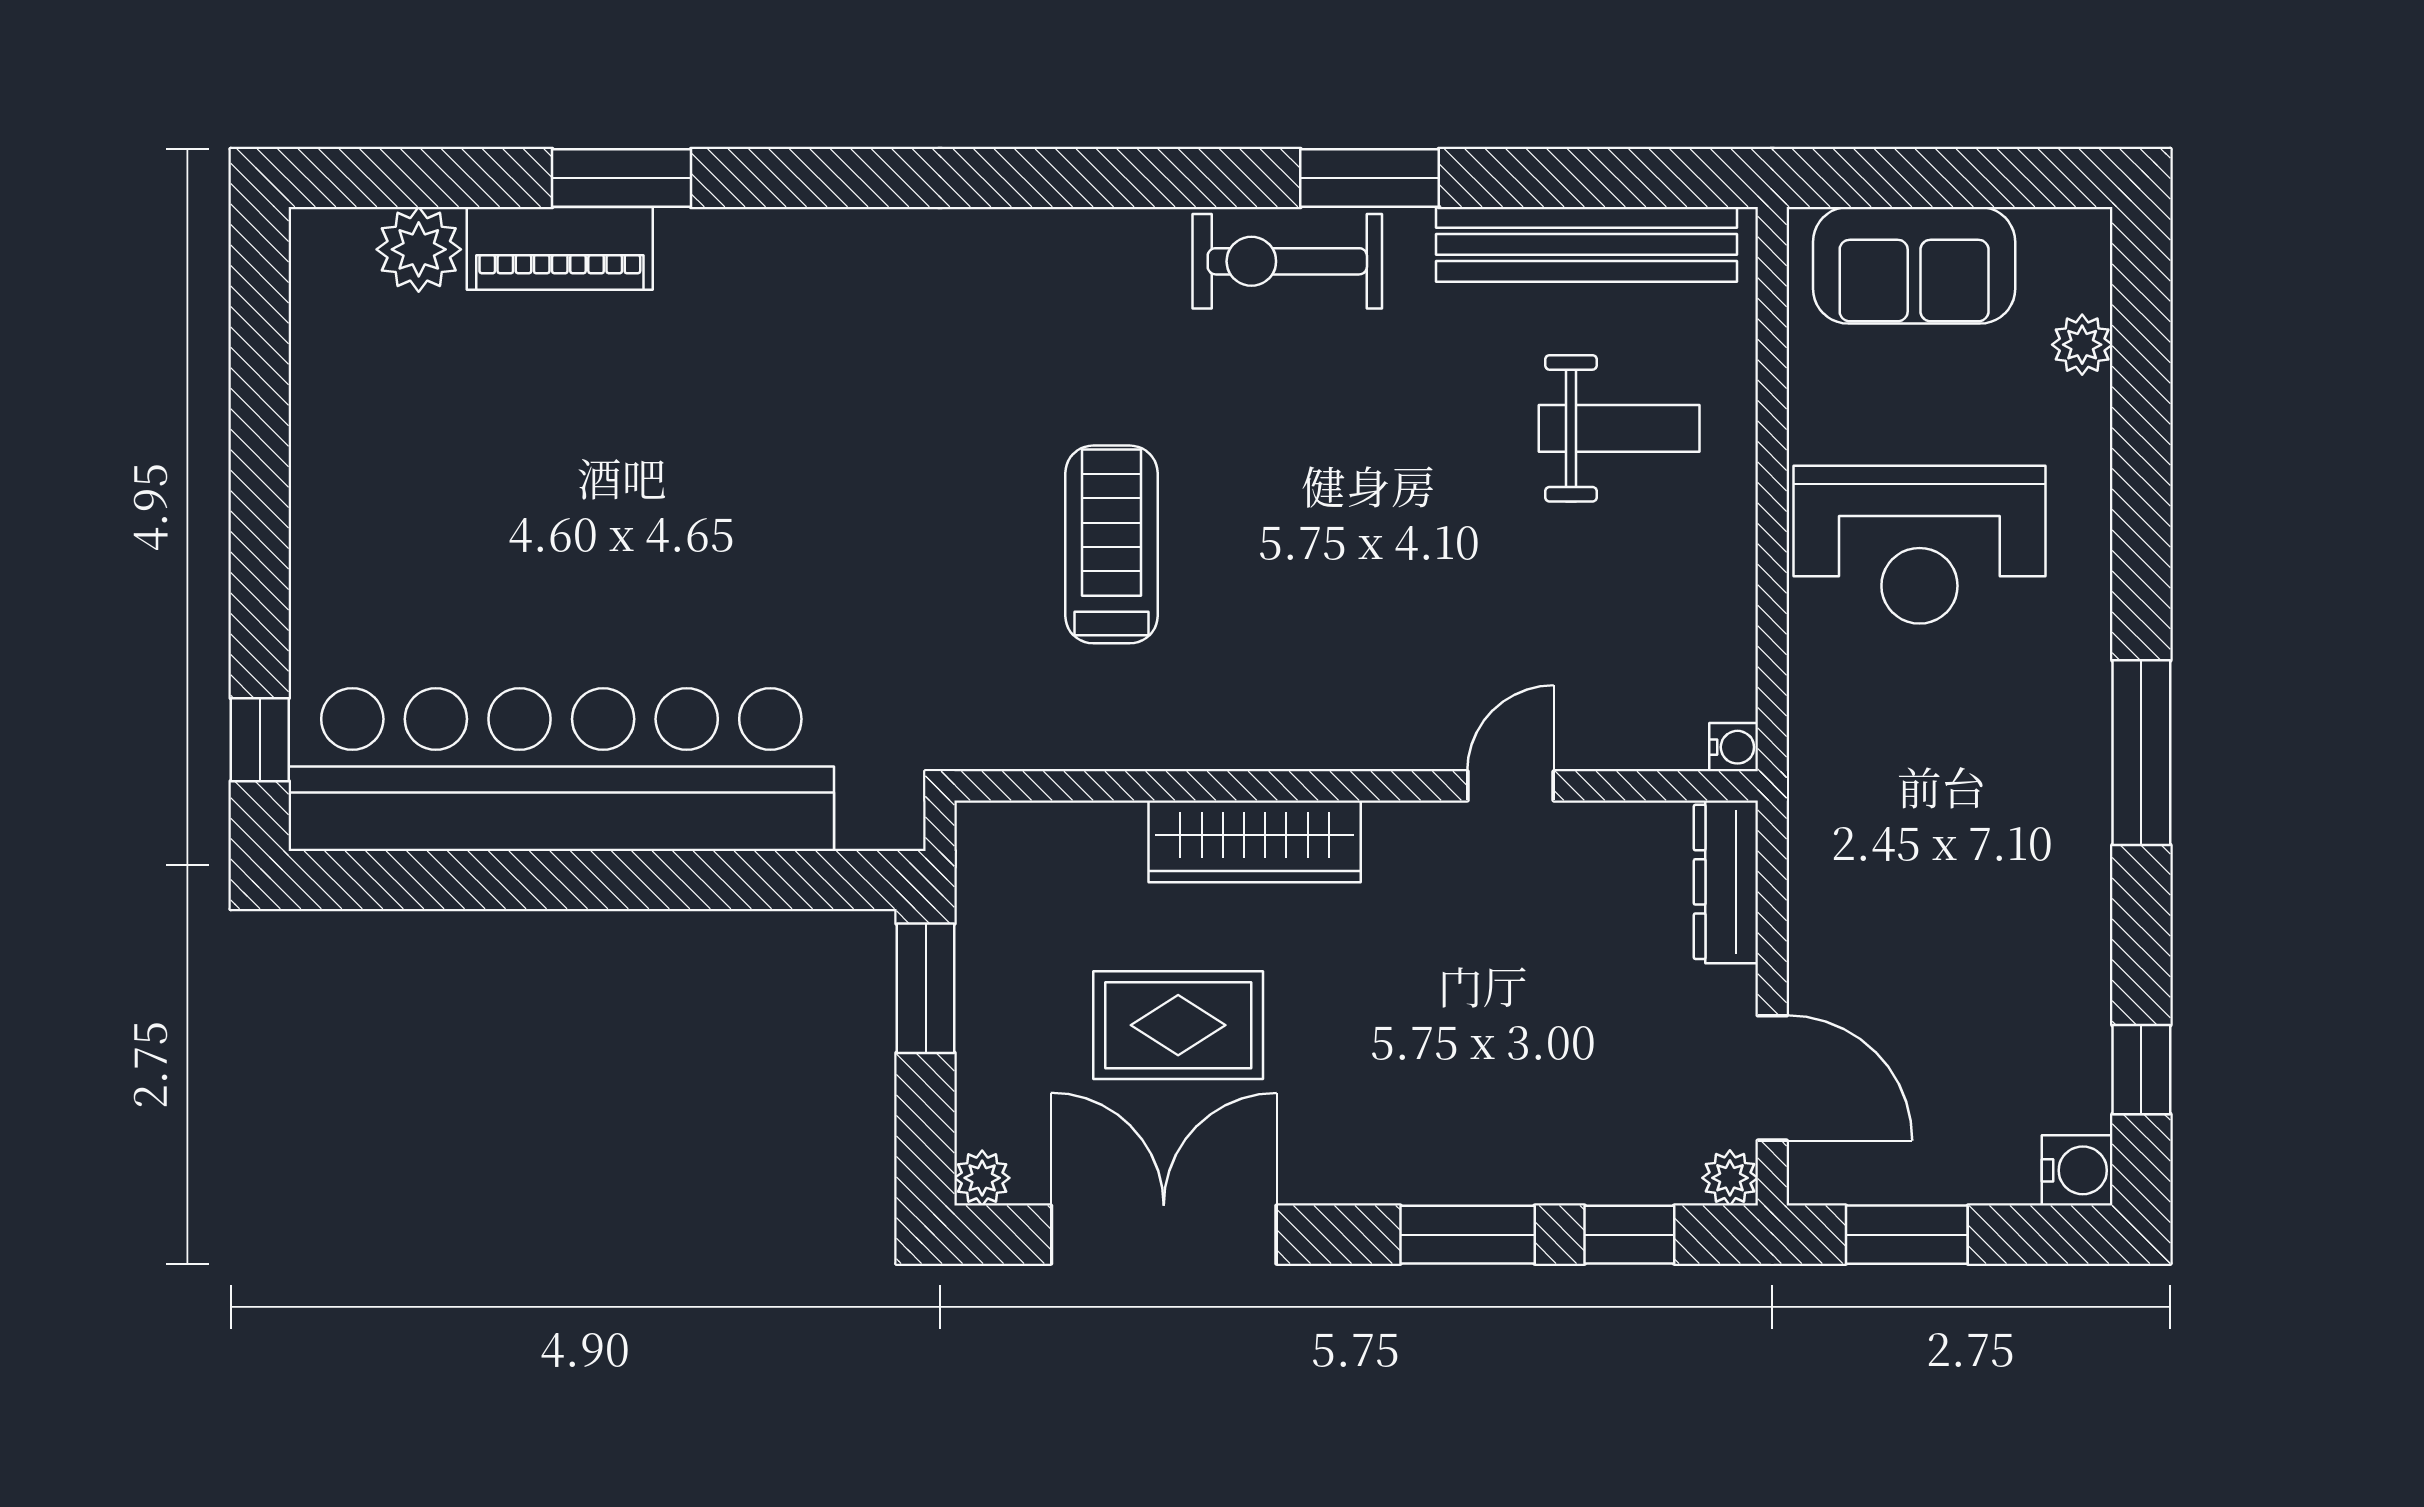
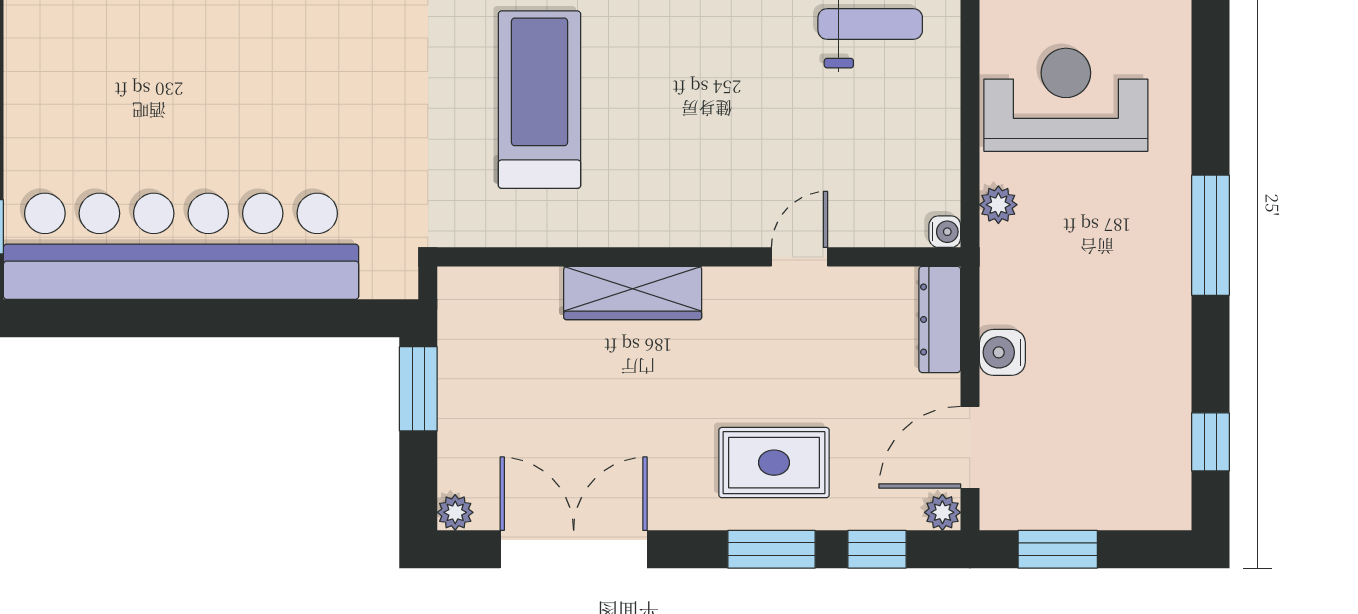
treadmill: (1111, 544) -> (539, 100), width x1.37, depth x1.38
reception desk: (1919, 545) -> (1066, 100), turned 180
plant: (1816, 706) -> (998, 205), added
rug: (1178, 1025) -> (774, 463), moved
door: (1772, 1078) -> (970, 447), swing flipped
water cooler: (2077, 1170) -> (1002, 352), moved, turned 180

